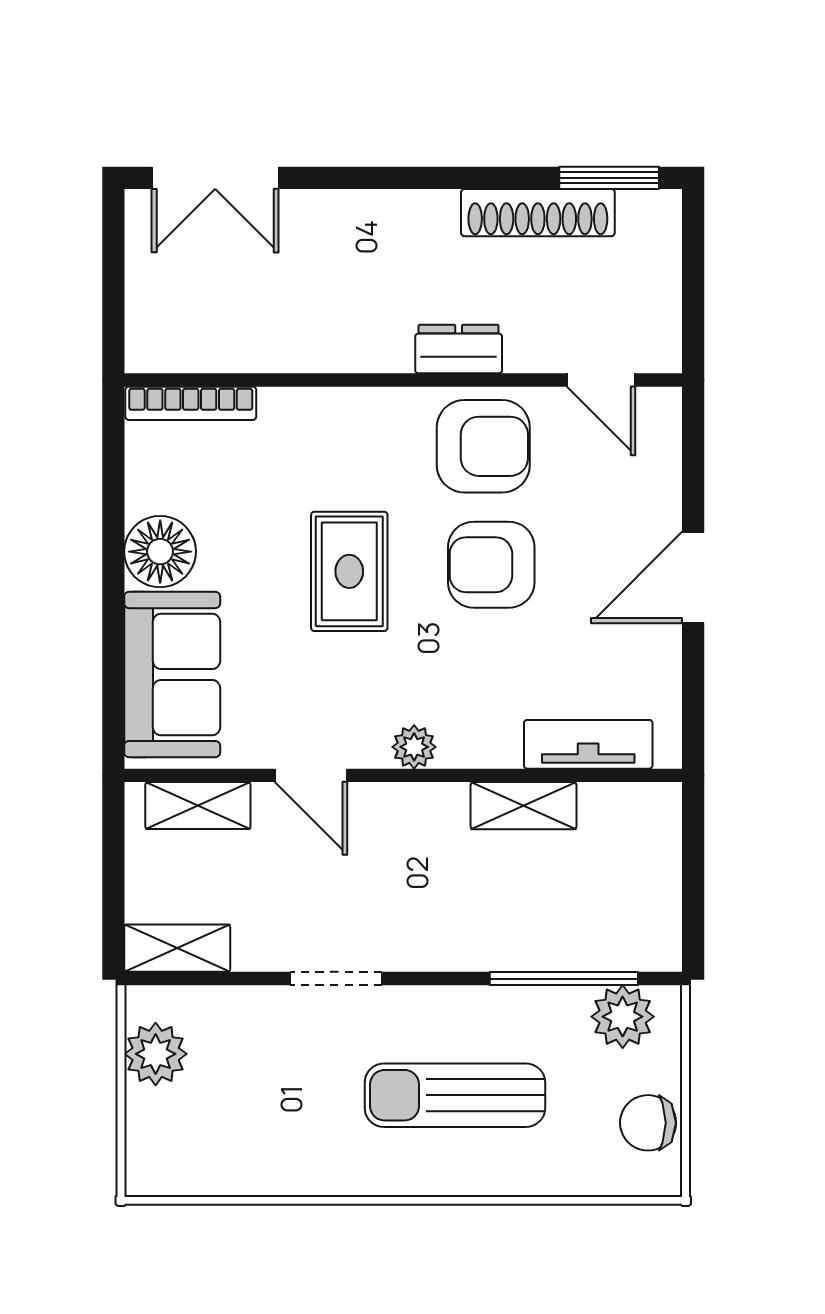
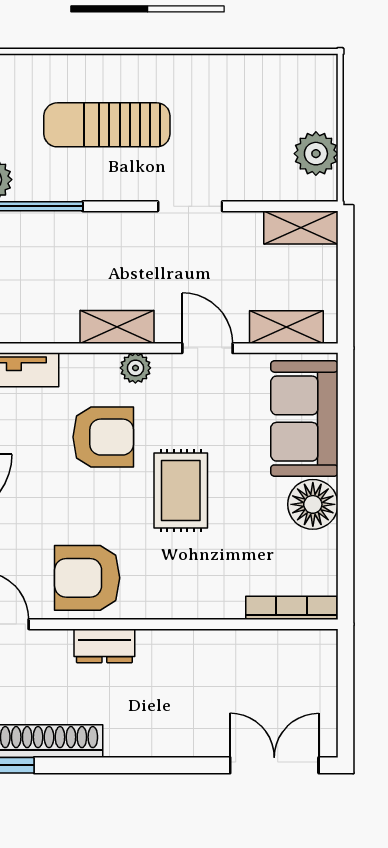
armchair: (491, 565) -> (103, 437), moved
shelving: (524, 806) -> (117, 327), moved
sun lounger: (455, 1095) -> (107, 125), turned 180

